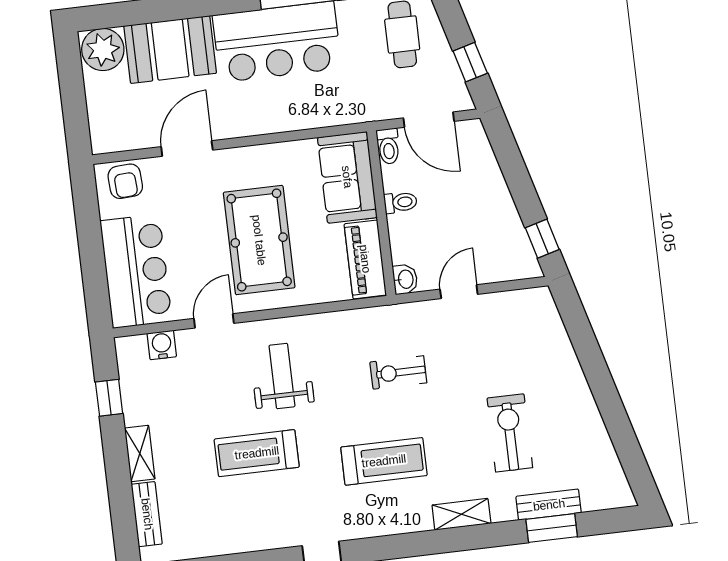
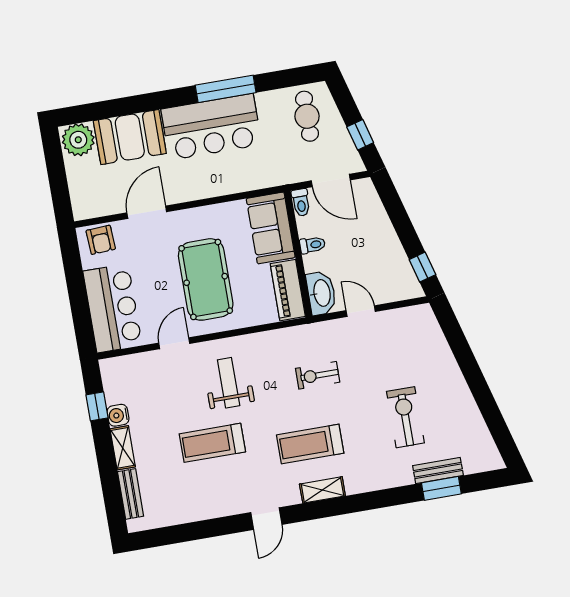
washbasin: (405, 279) -> (321, 293), width x1.91, depth x1.45
door: (459, 292) -> (361, 311), hinge flipped
water cooler: (162, 345) -> (118, 415), moved, turned -90
treadmill: (384, 461) -> (310, 444), turned 180
shelving: (461, 514) -> (322, 490), moved

